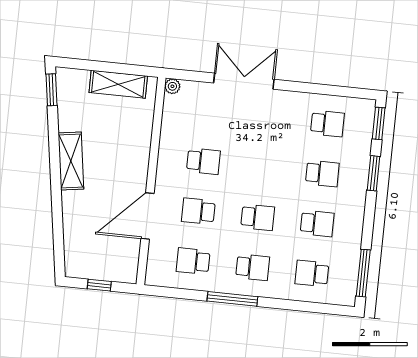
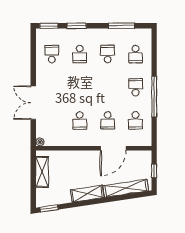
school desk: (203, 161) -> (80, 120), turned 180
school desk: (322, 173) -> (80, 54), turned 180
door: (147, 216) -> (113, 148), hinge flipped
school desk: (258, 217) -> (108, 87), removed
shelving: (73, 231) -> (126, 188), added
window: (363, 273) -> (122, 26), moved
window: (232, 299) -> (154, 97), width x1.46

